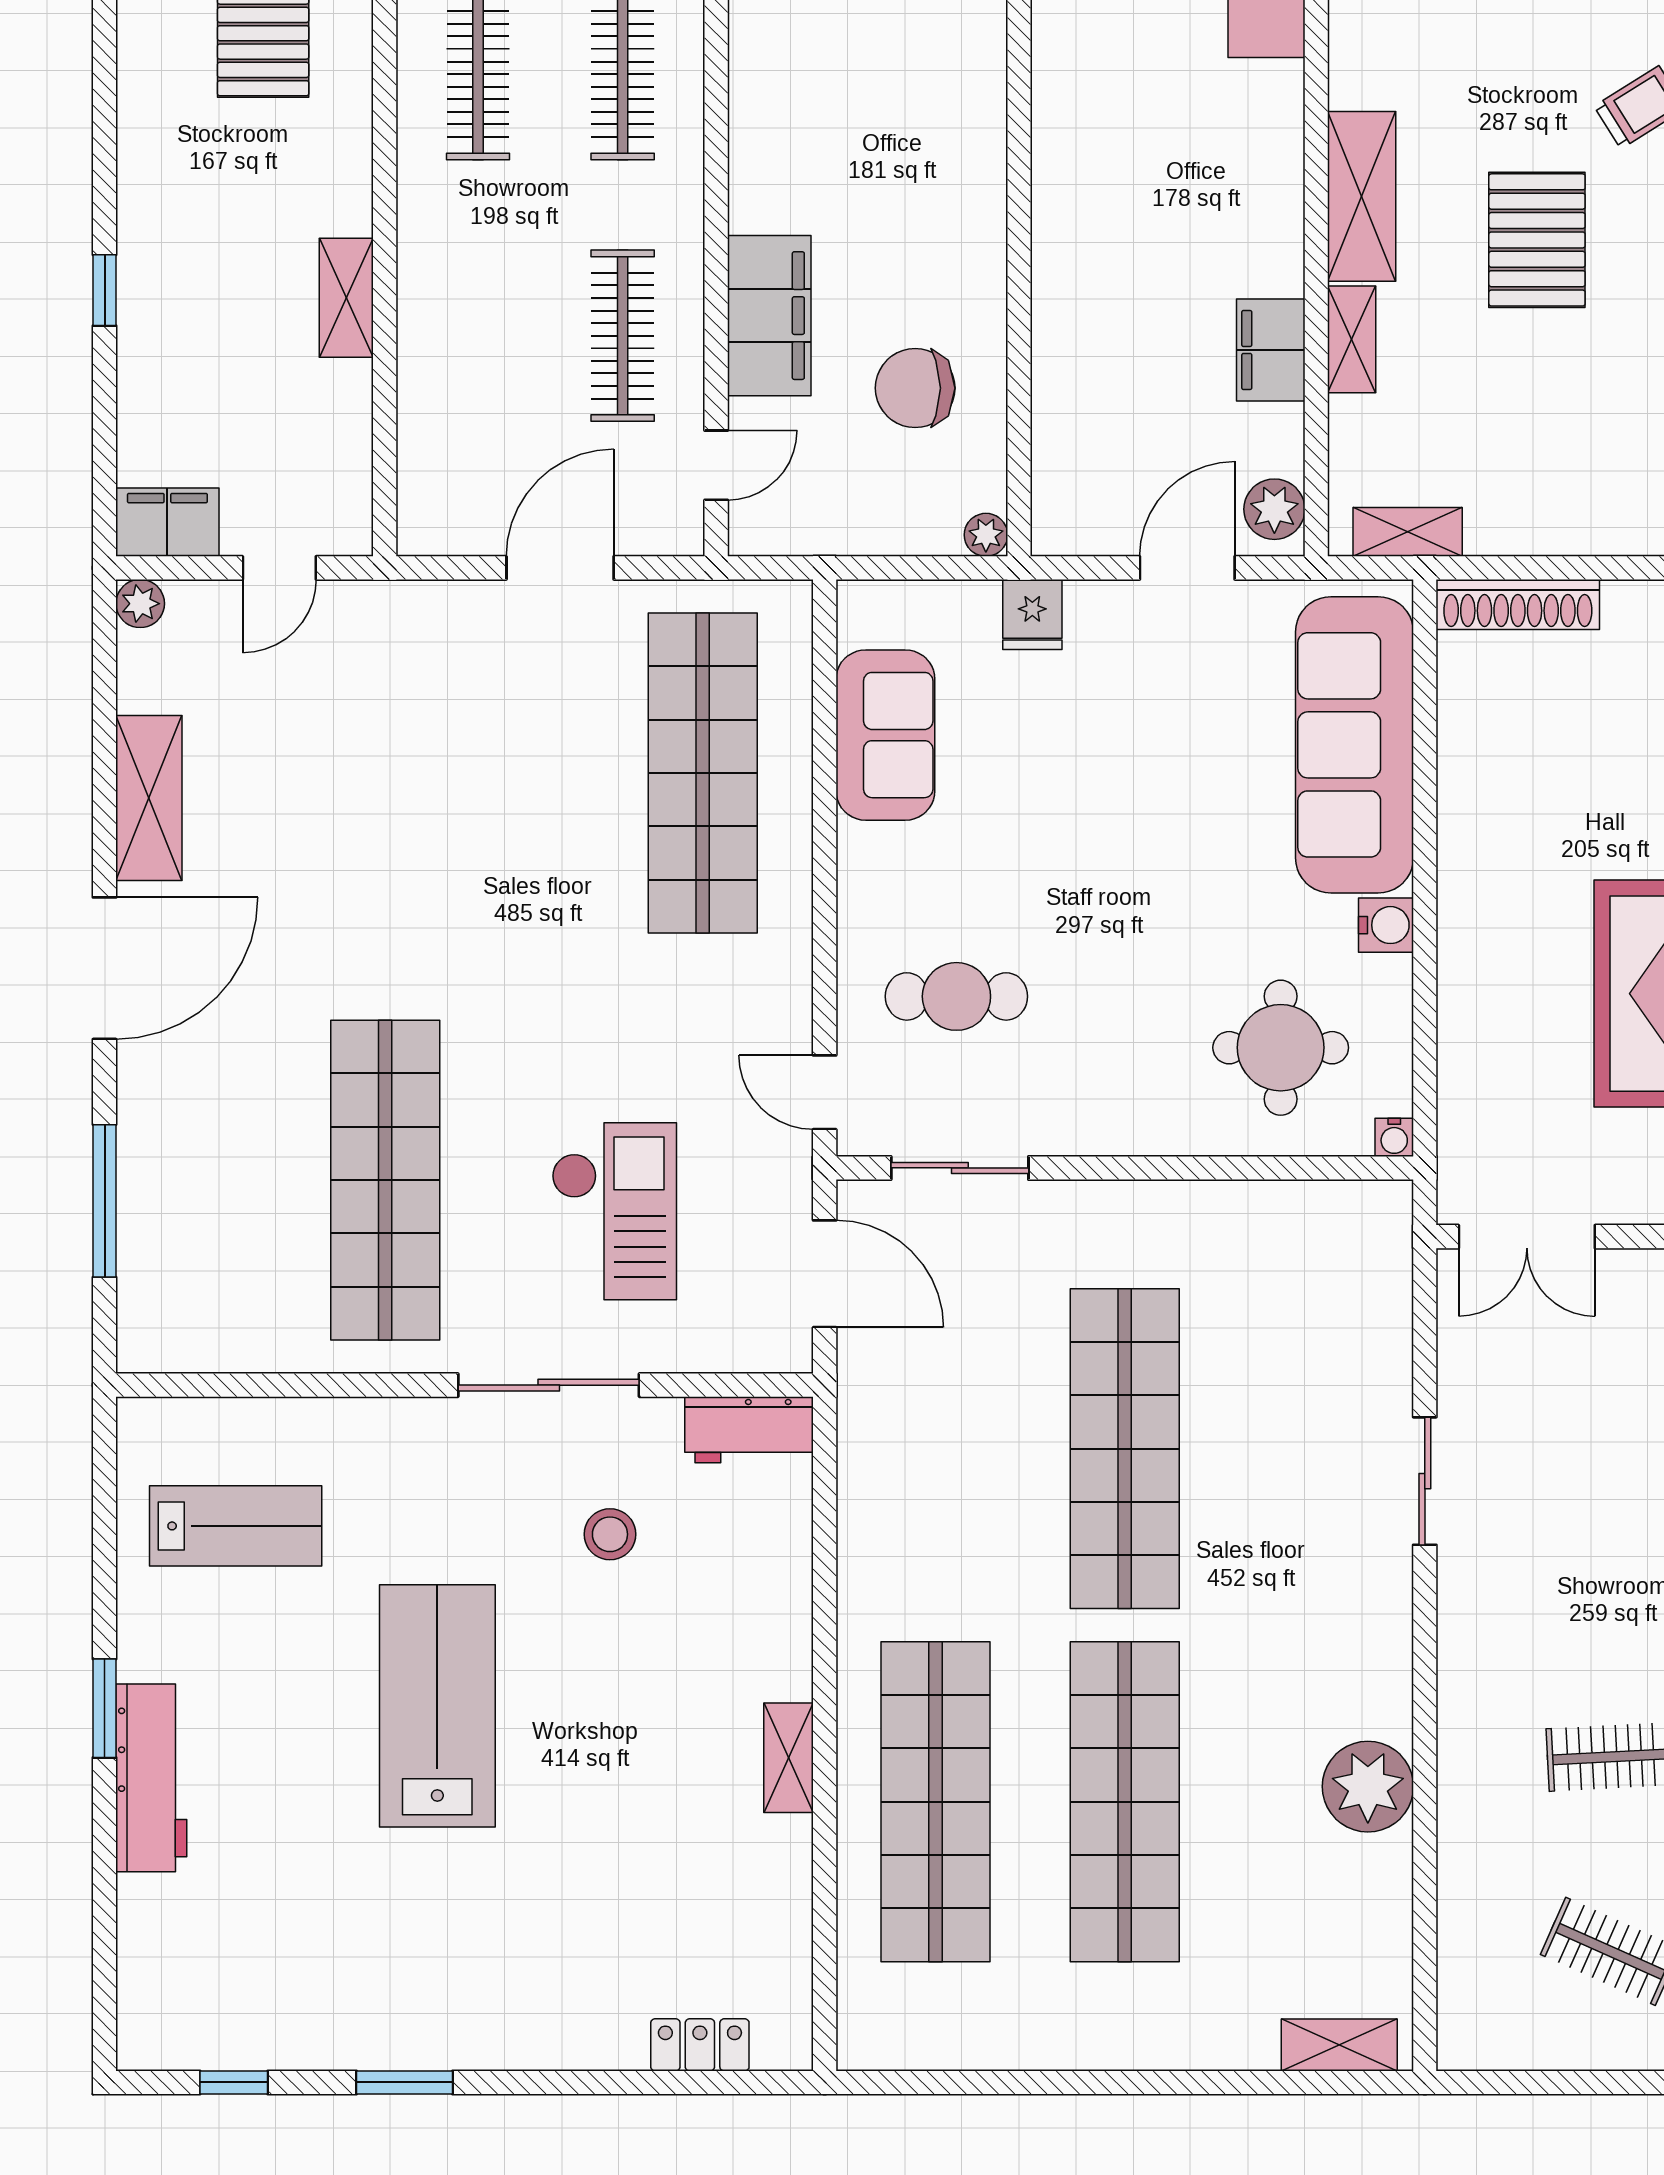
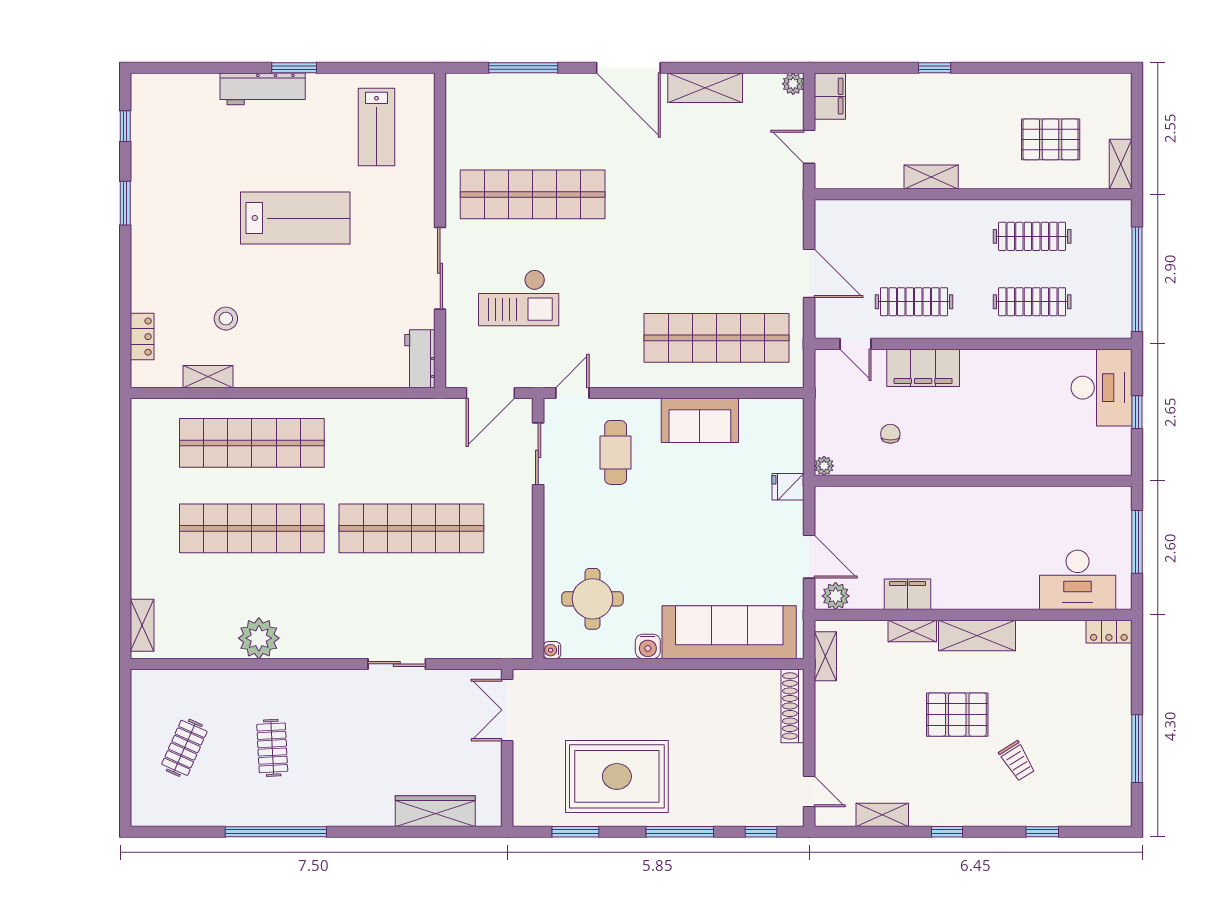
chair: (915, 388) -> (890, 434), width x0.54, depth x0.54
sofa: (885, 735) -> (700, 420), moved
stool: (610, 1534) -> (226, 319), moved
shelving: (789, 1758) -> (208, 377), moved

